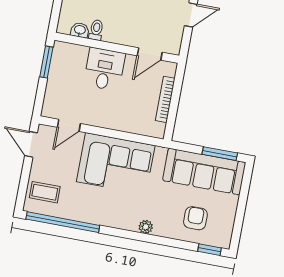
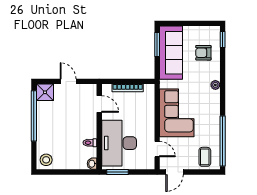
washbasin: (80, 30) -> (92, 164), moved
desk: (104, 69) -> (119, 143), width x1.87, depth x1.30

